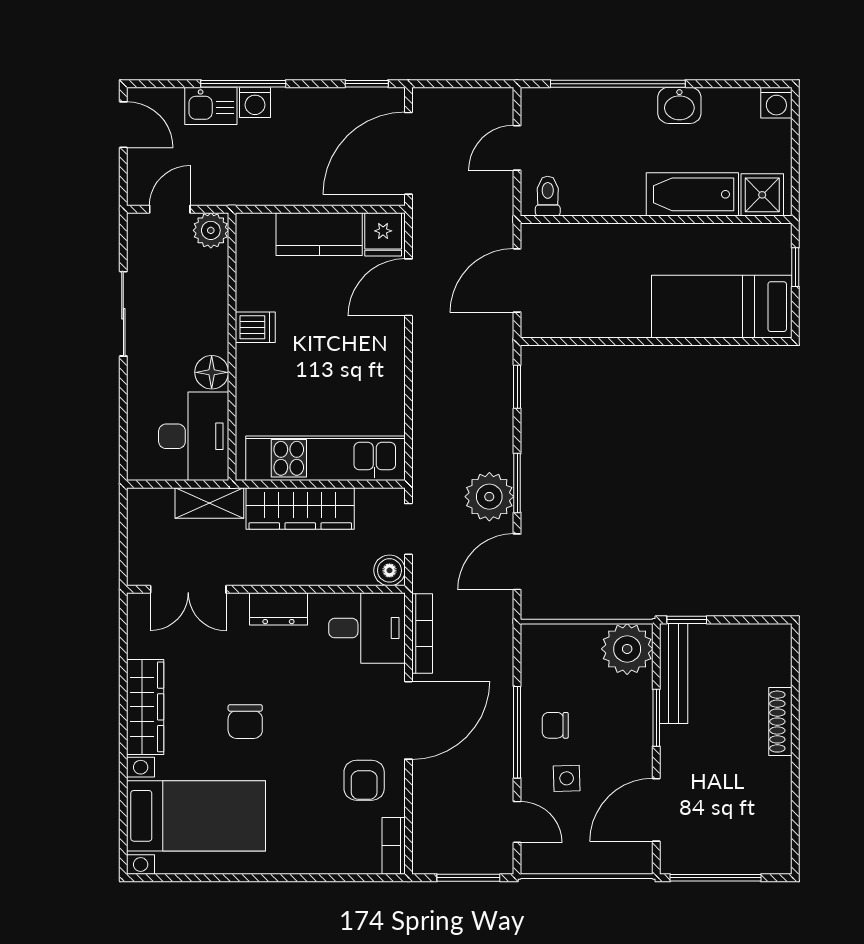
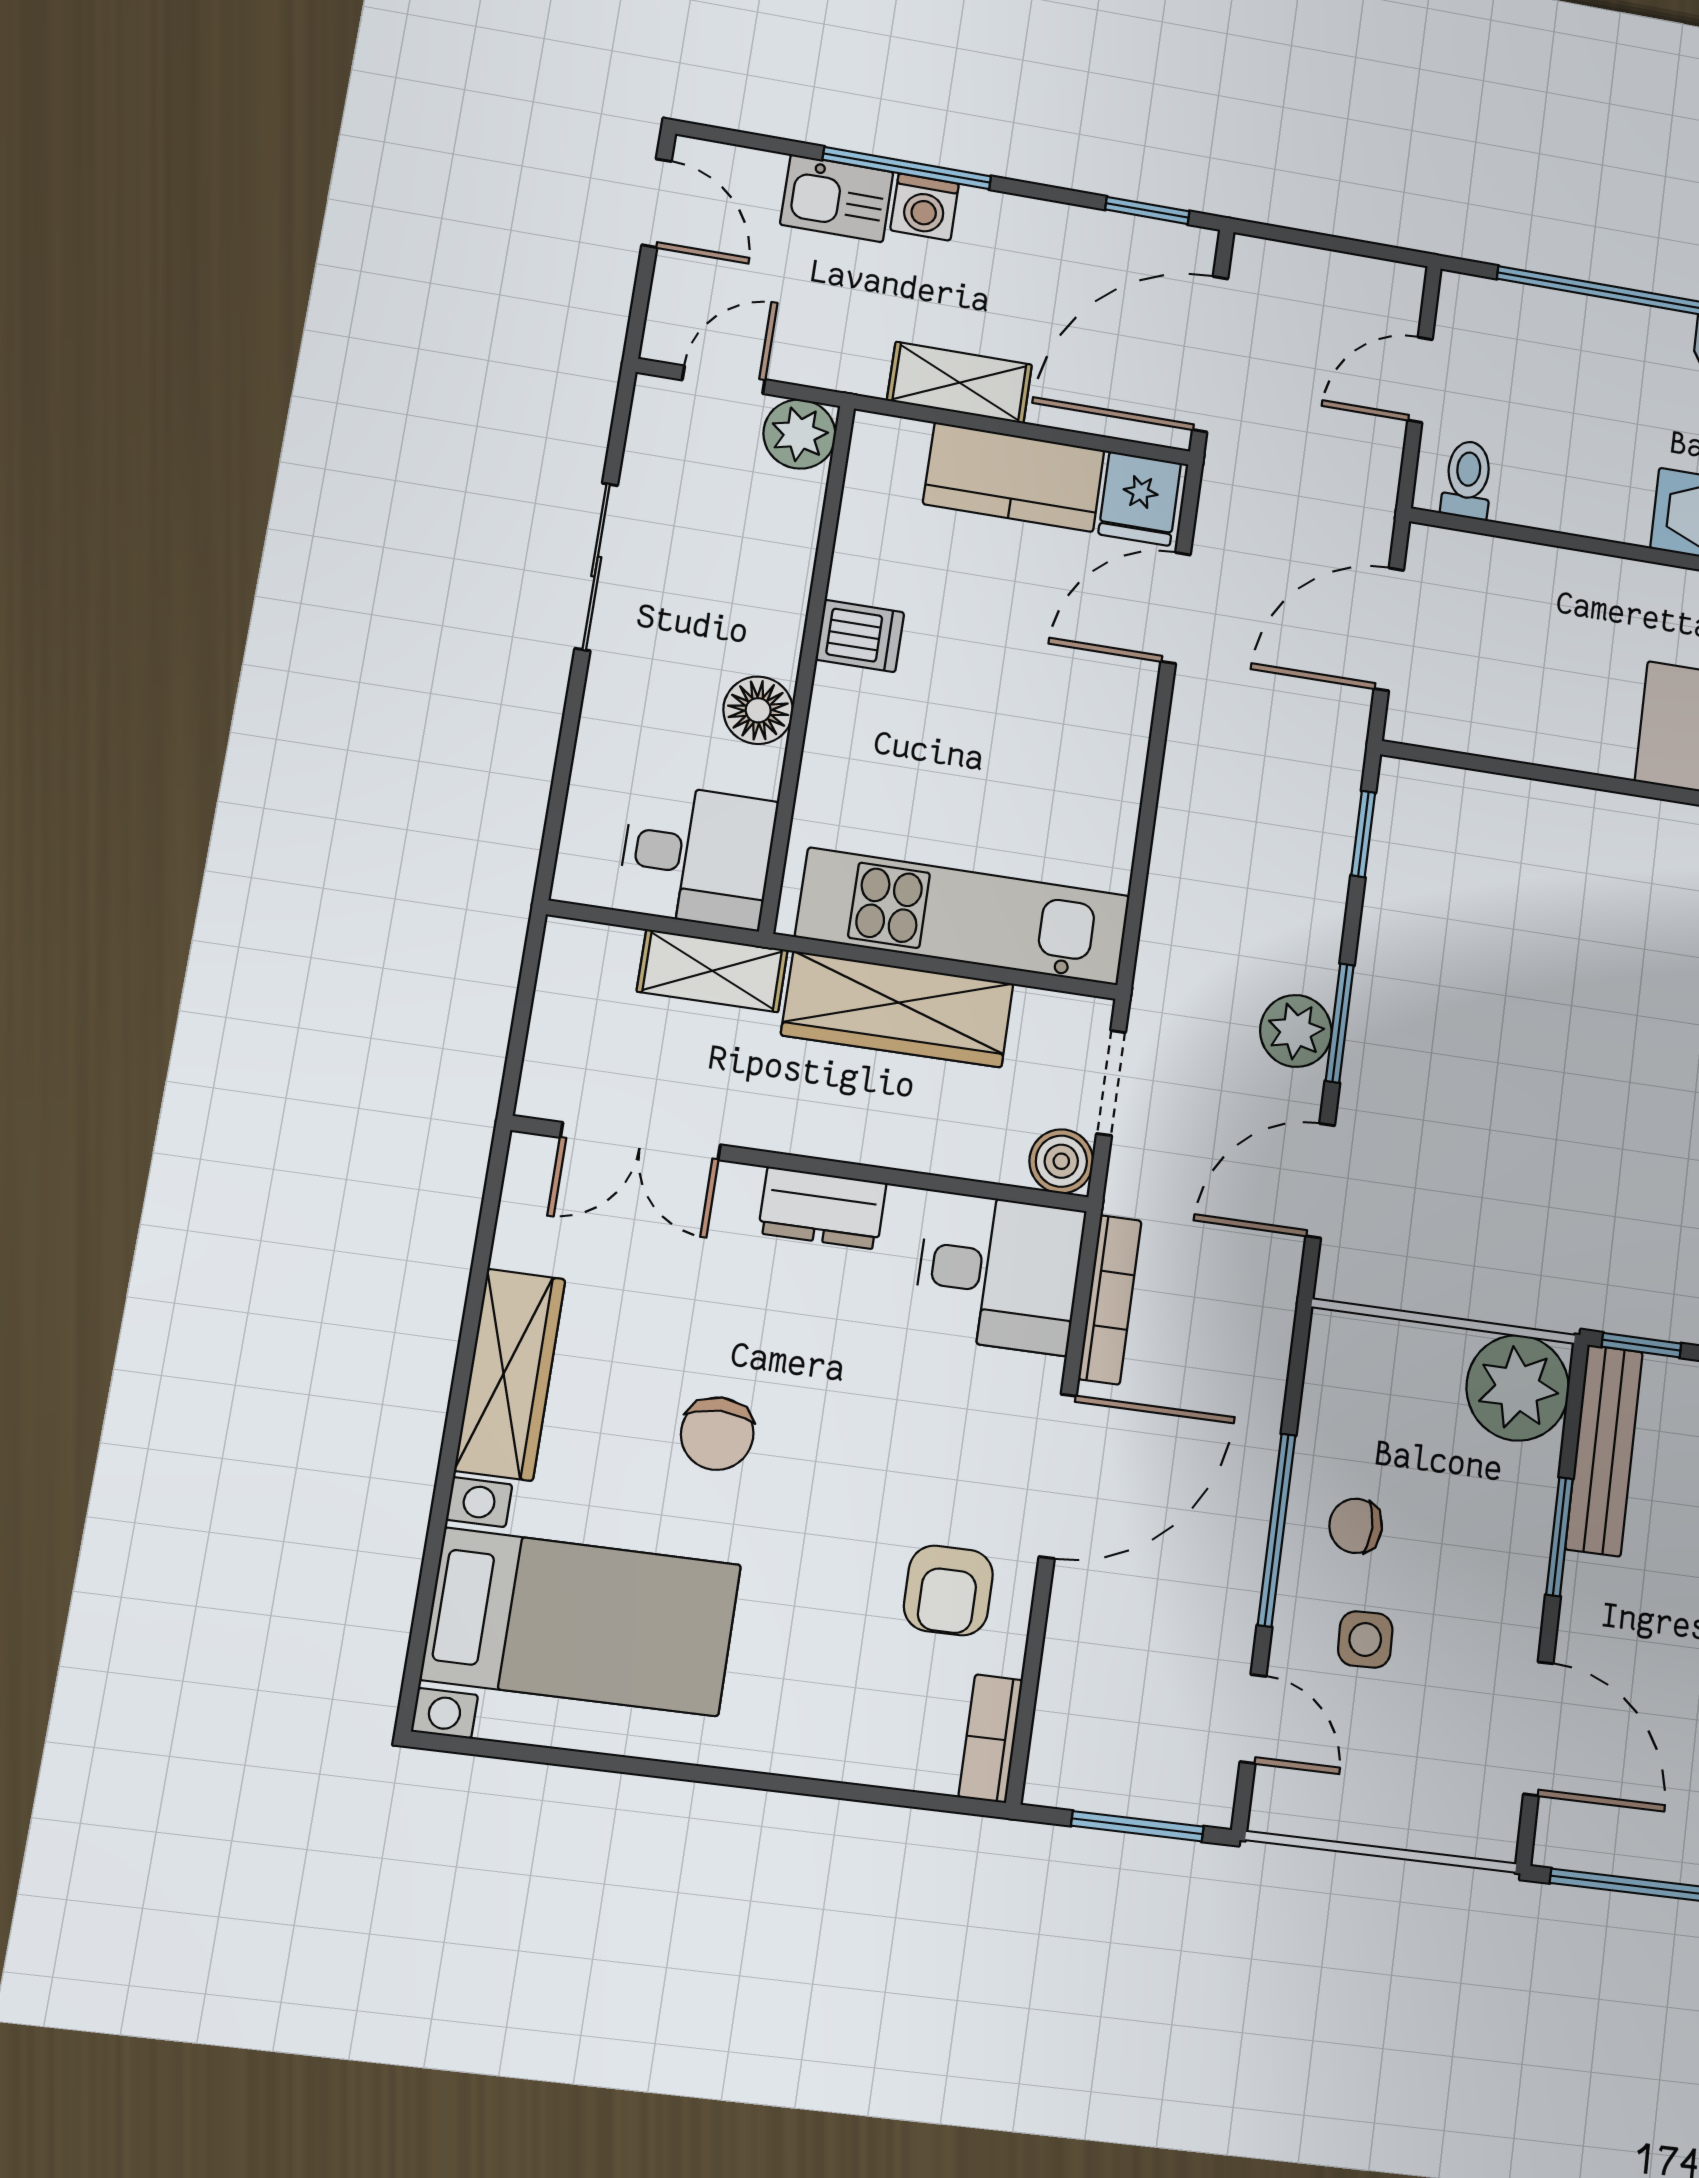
shelving: (285, 190) -> (960, 383), added
desk: (194, 436) -> (697, 856), width x0.73
plant: (489, 497) -> (1296, 1031), width x0.73, depth x0.73
door: (656, 810) -> (1538, 1729), swing flipped

